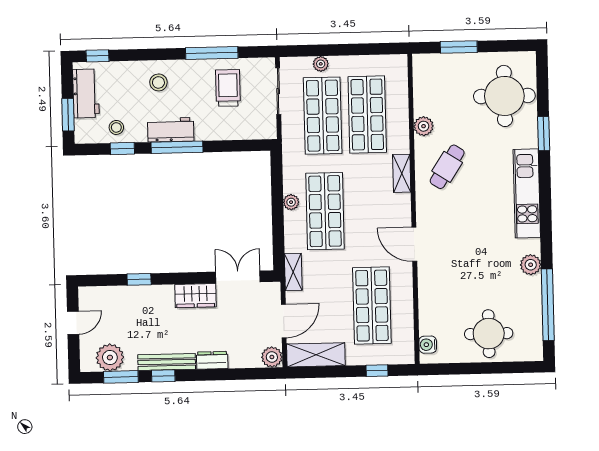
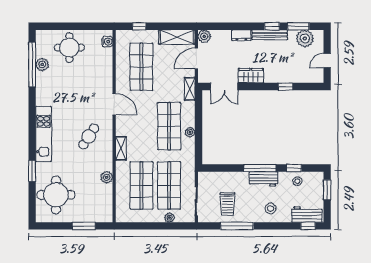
workbench: (86, 93) -> (307, 214), moved, turned 90
cafe table: (447, 167) -> (89, 137), moved
plant: (531, 265) -> (42, 64), moved

